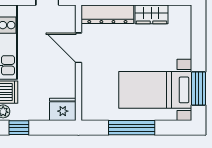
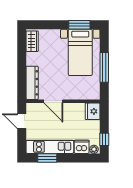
wardrobe: (151, 14) -> (32, 41), moved
door: (79, 48) -> (53, 101), hinge flipped

